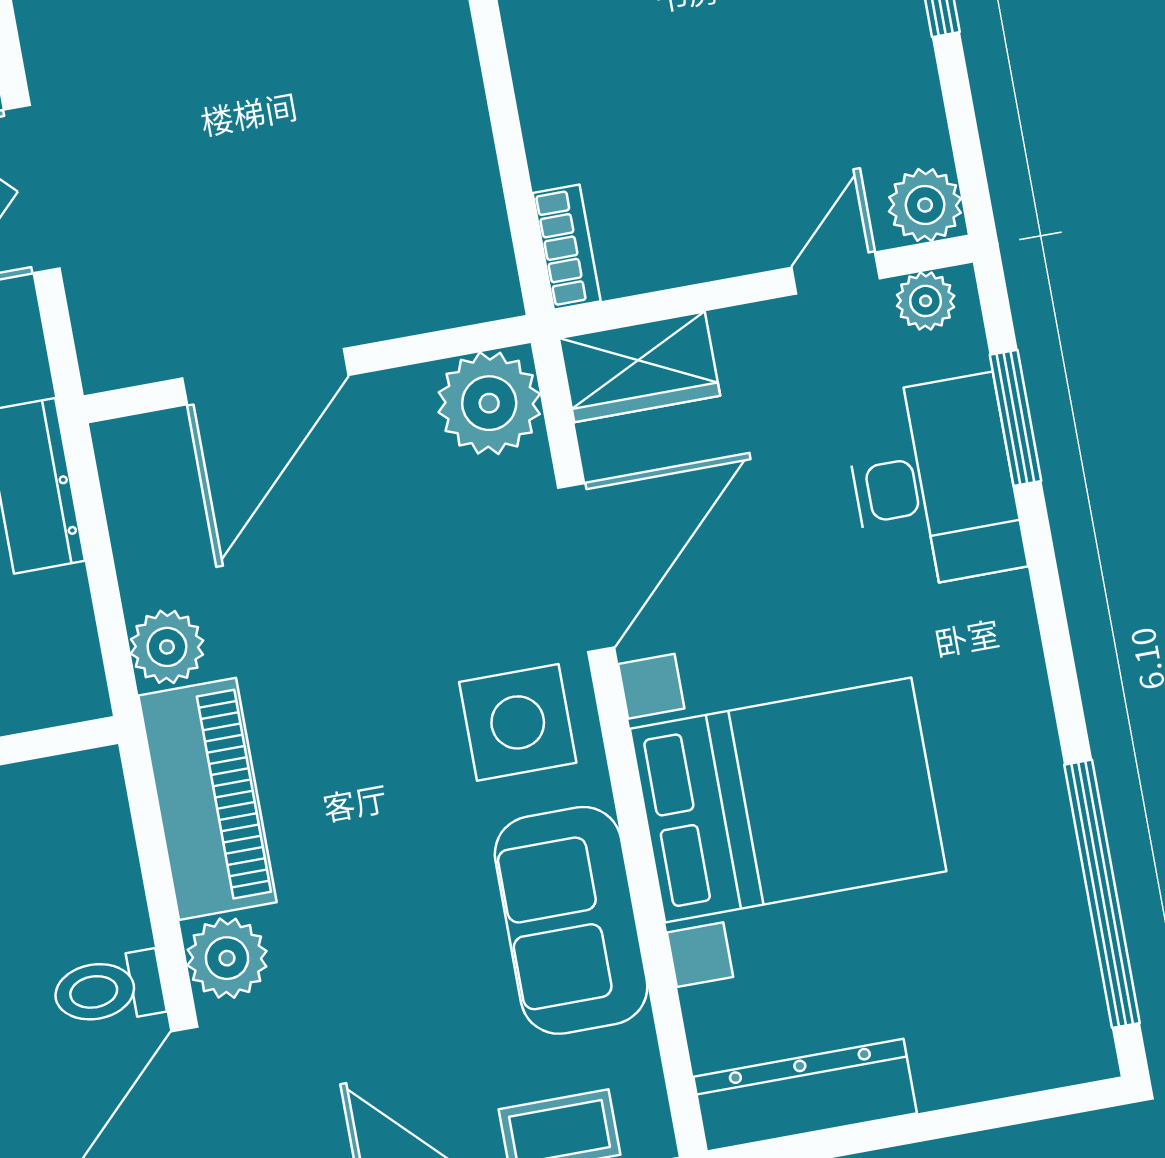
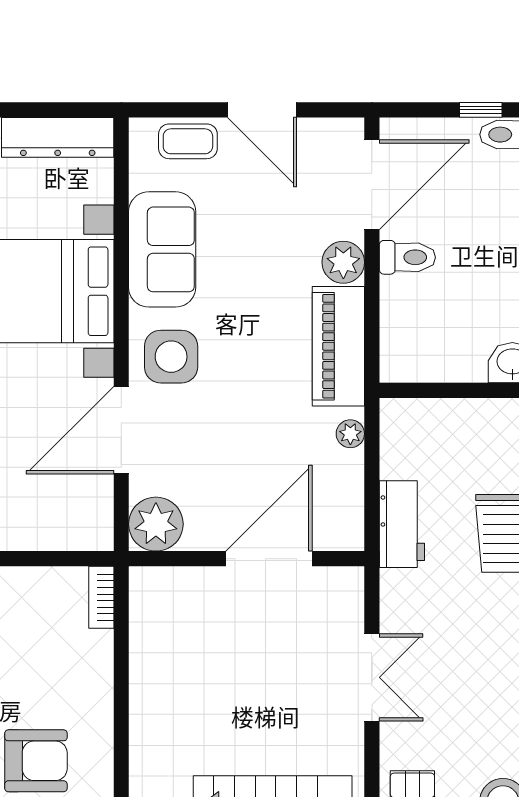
wardrobe: (639, 367) -> (75, 529), removed
plant: (167, 647) -> (350, 434), width x0.73, depth x0.73

